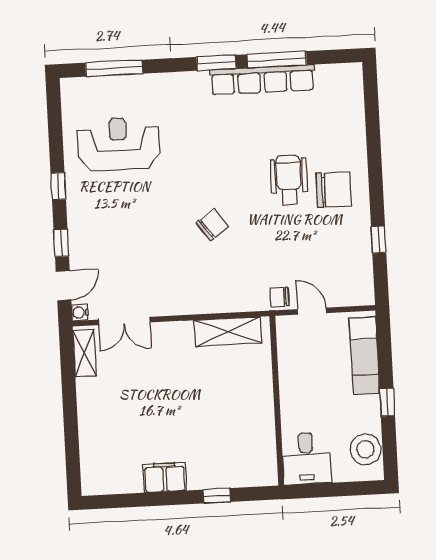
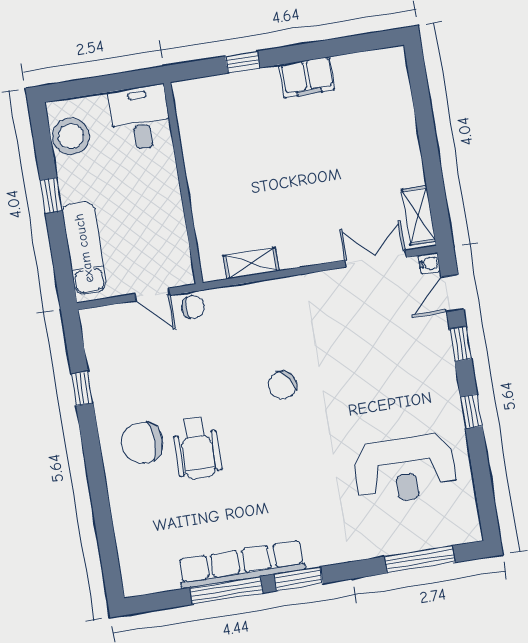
shelving: (228, 332) -> (251, 263), width x0.67, depth x0.75

